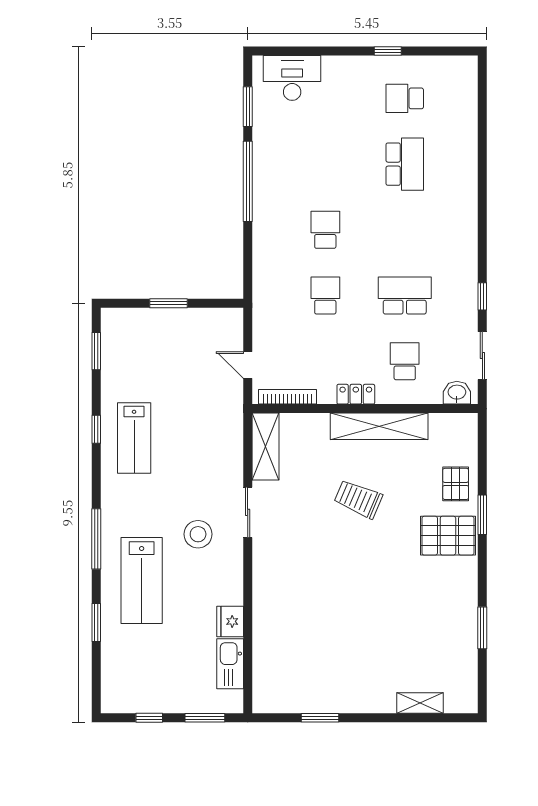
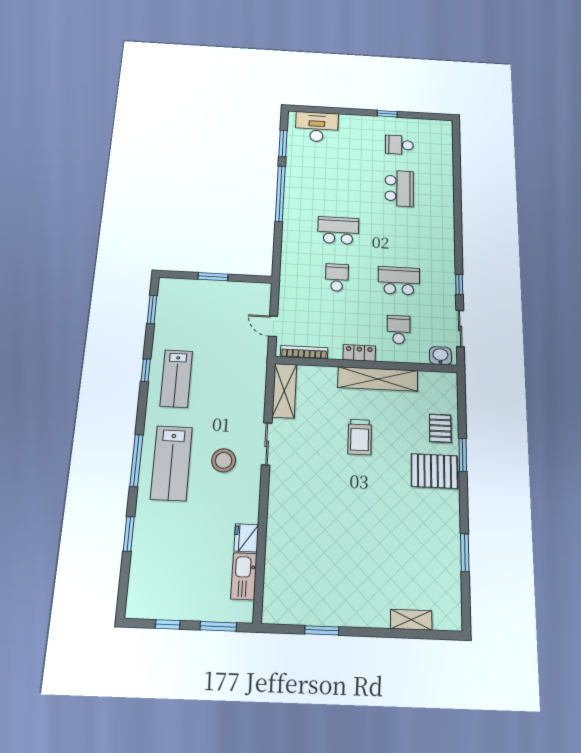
school desk: (325, 230) -> (338, 230), width x1.85
trolley: (358, 499) -> (360, 437), turned -113
lab bench: (142, 580) -> (171, 463), moved

